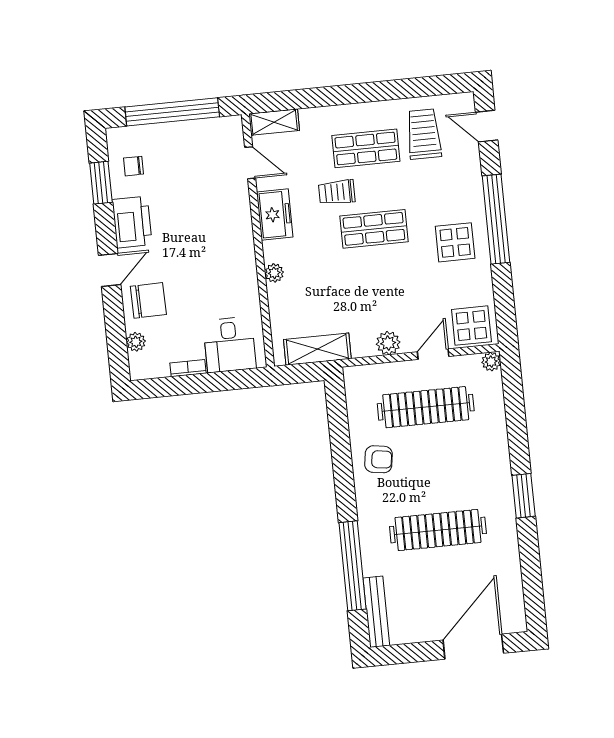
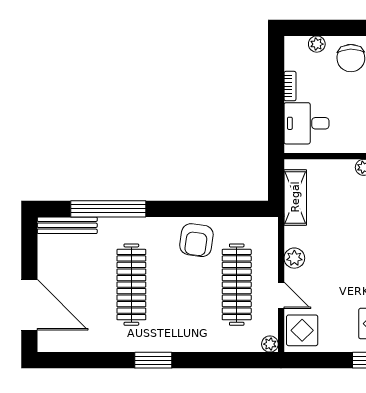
armchair: (379, 459) -> (196, 240), width x1.38, depth x1.38

